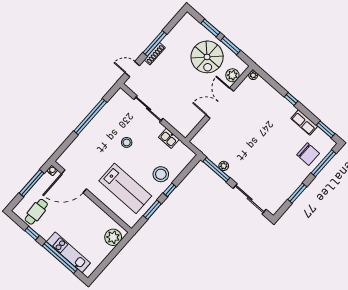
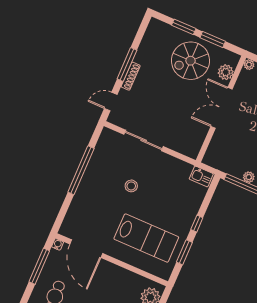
spiral stairs: (207, 57) -> (191, 61), turned 90
kitchen sink: (169, 138) -> (201, 176), moved
stool: (161, 174) -> (181, 209), removed
door: (74, 181) -> (86, 249), hinge flipped

